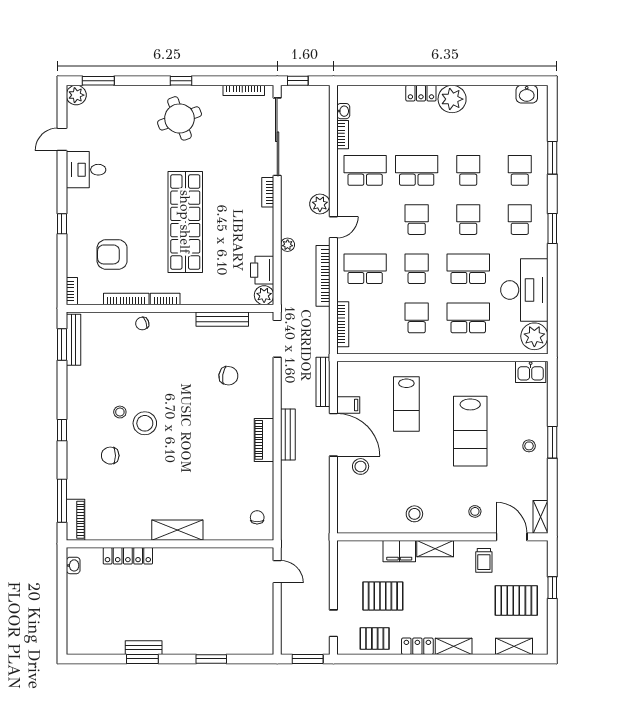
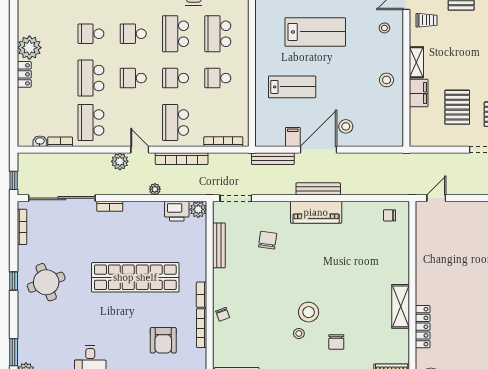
piano: (264, 440) -> (316, 212), width x1.37, depth x1.33
shelving: (177, 530) -> (401, 306), moved

